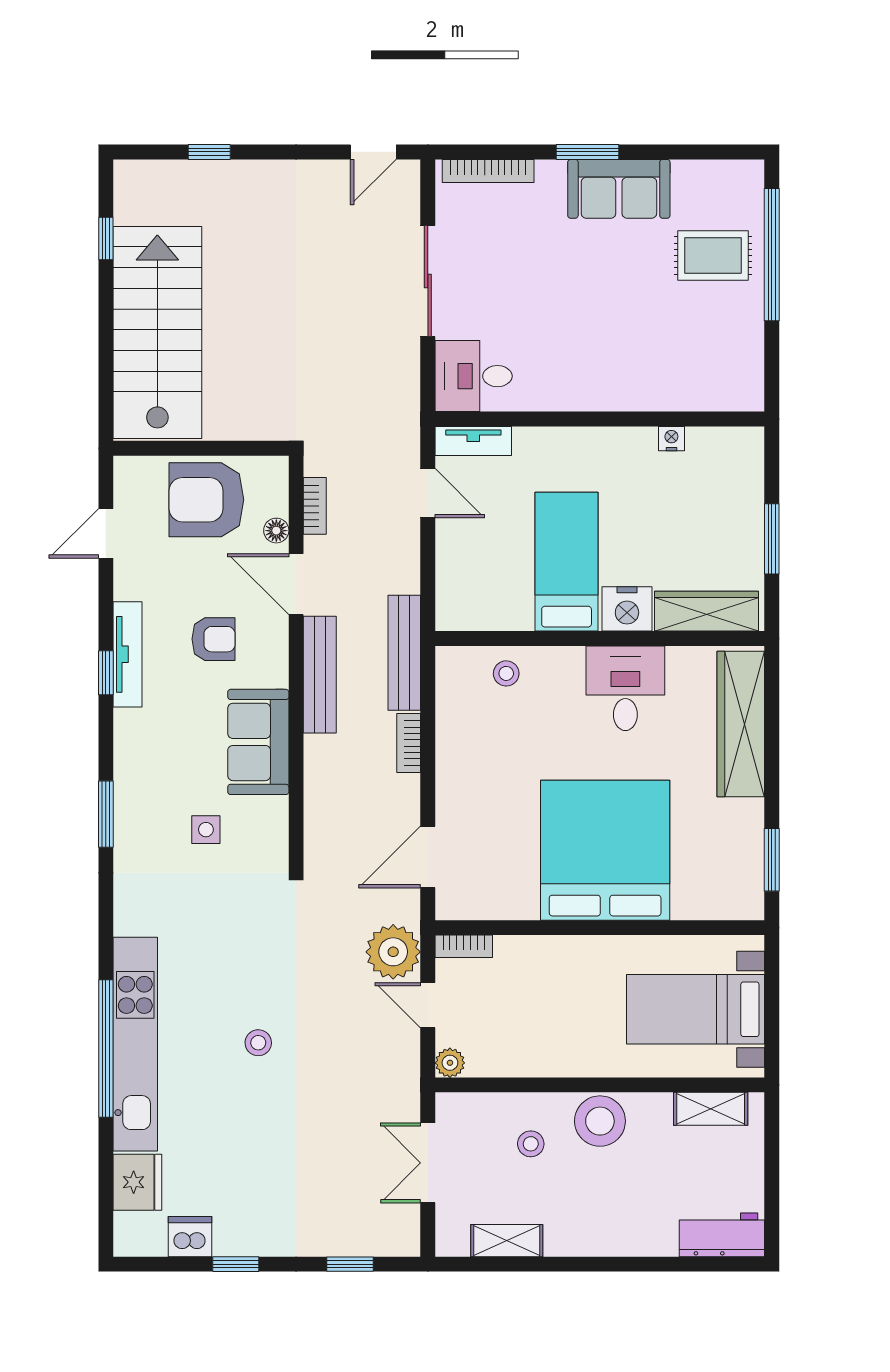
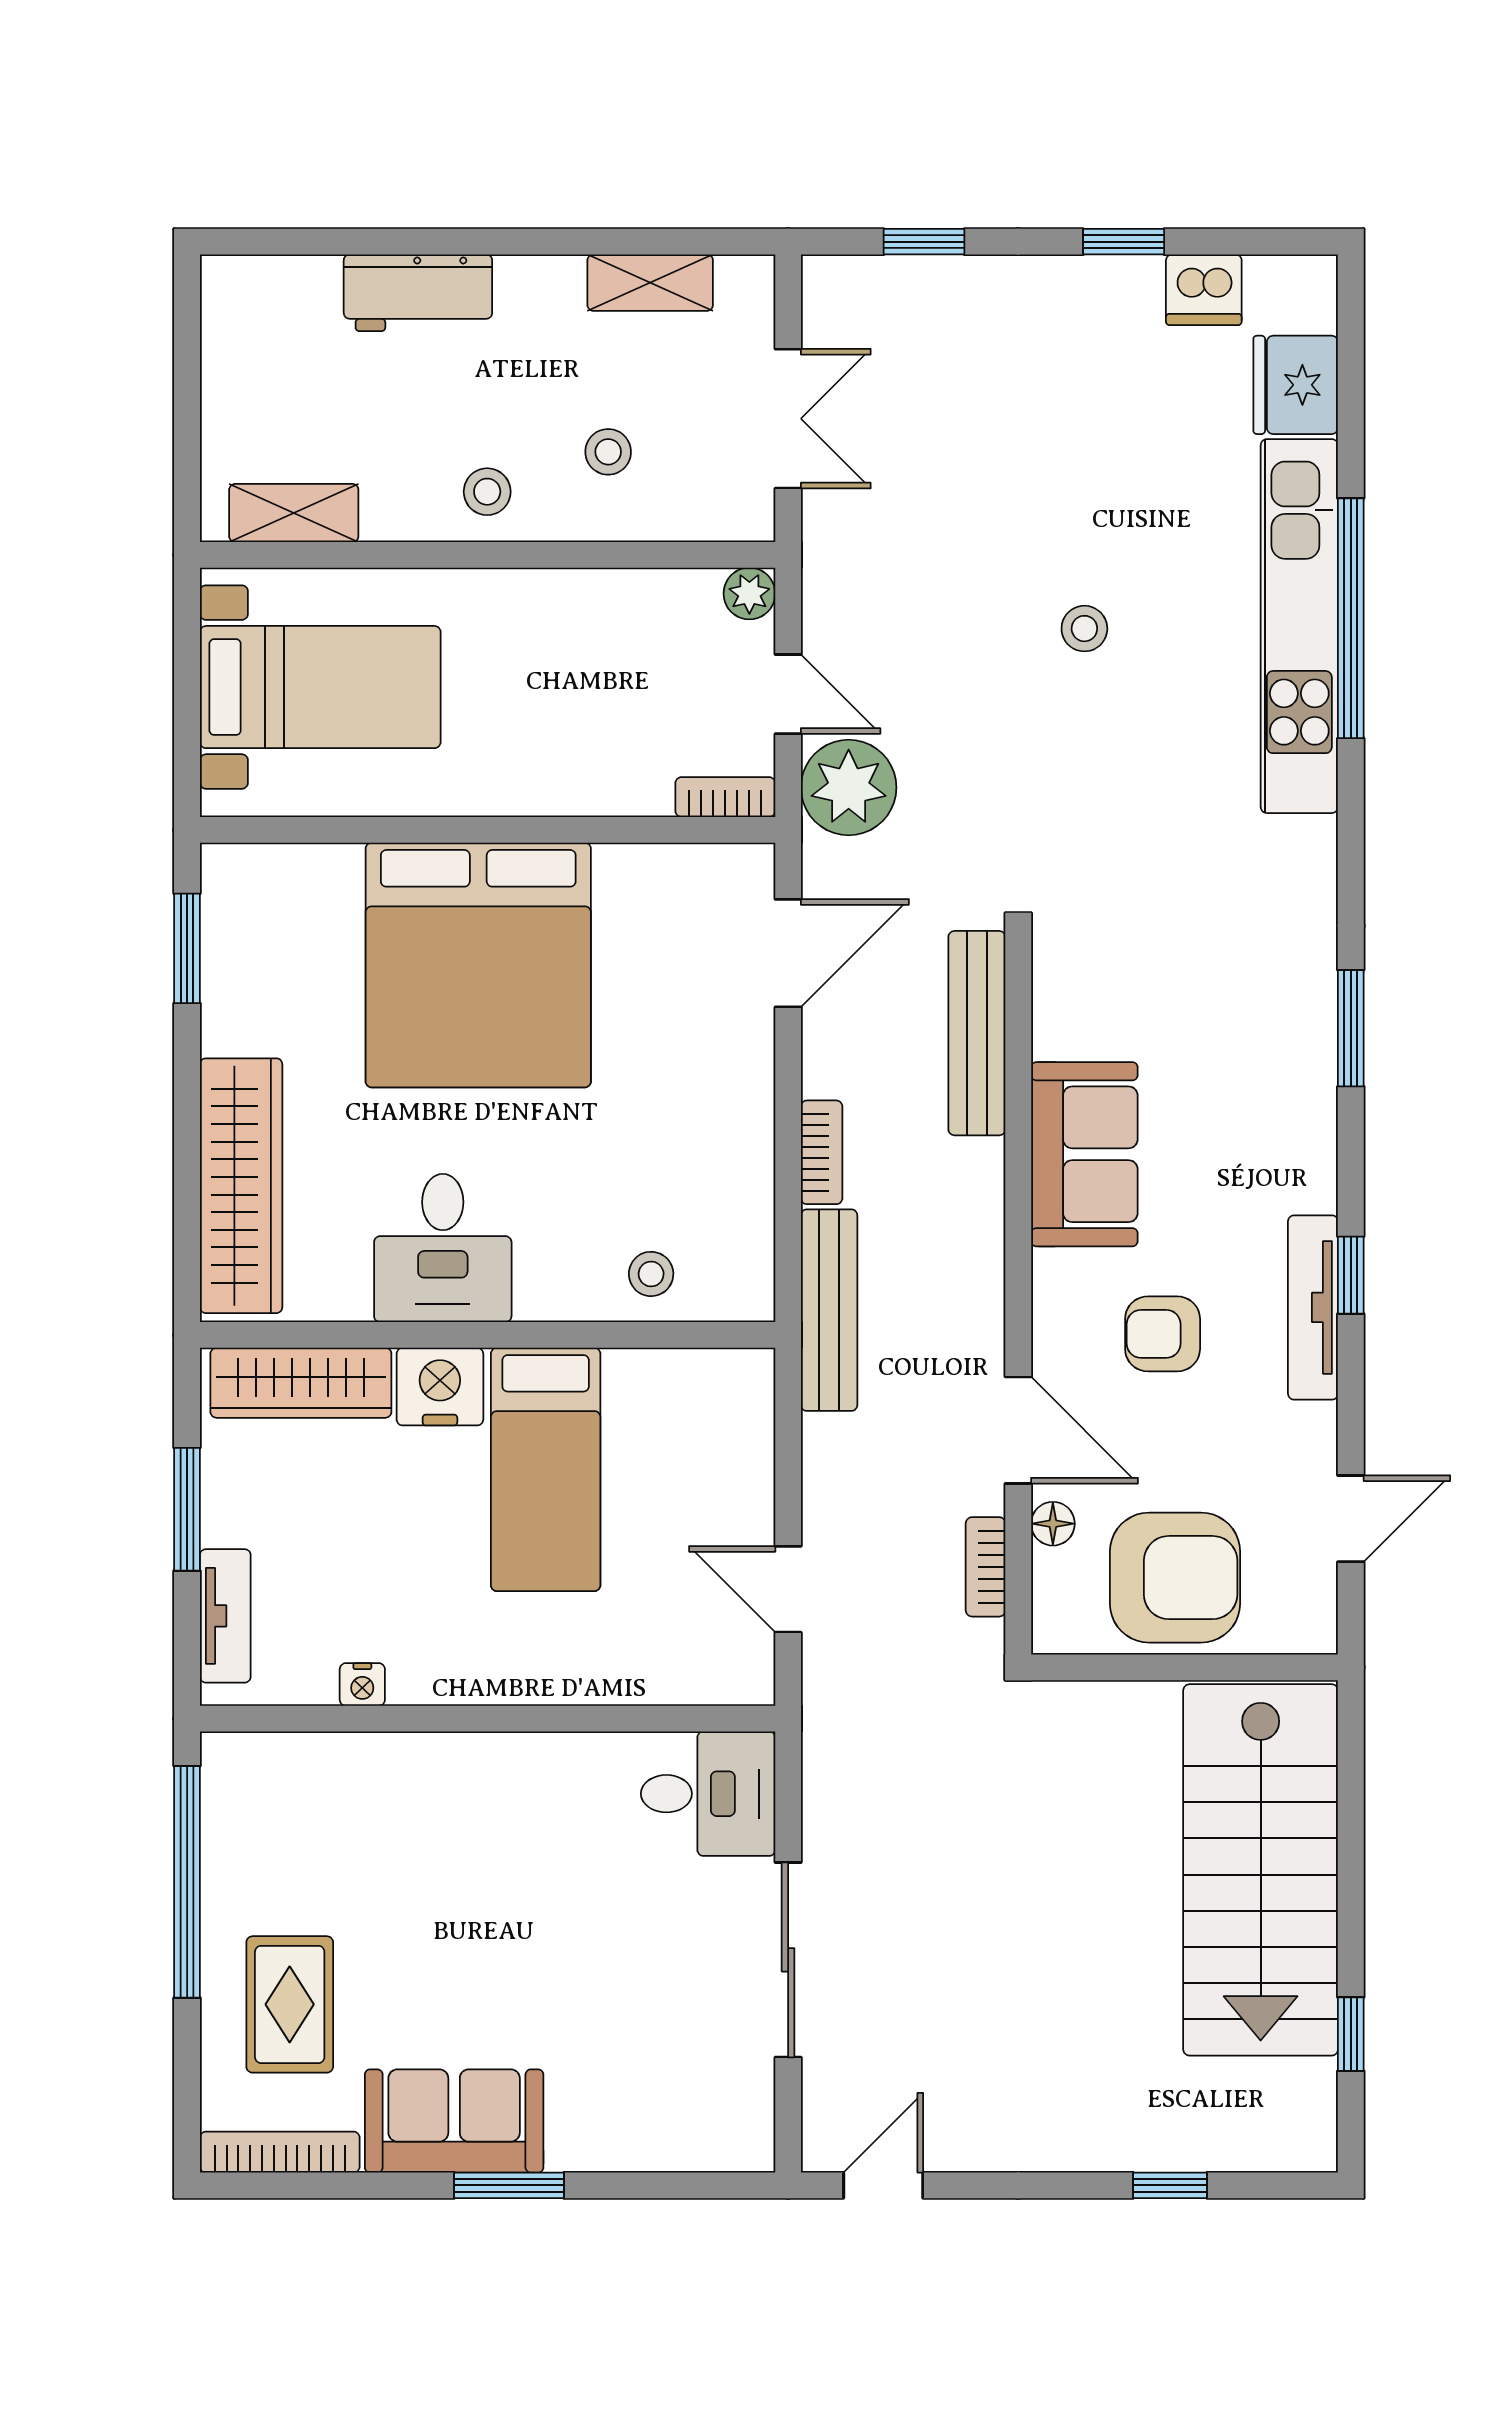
bookcase: (488, 171) -> (280, 2152), moved
window: (772, 255) -> (187, 1882), moved
rug: (713, 256) -> (290, 2004), turned 90
tv unit: (473, 441) -> (225, 1616), moved, turned 90
bench: (320, 675) -> (977, 1033), moved
side table: (206, 830) -> (1176, 1001), removed
stool: (600, 1121) -> (487, 492), width x0.53, depth x0.53
workbench: (722, 1235) -> (418, 293), moved

